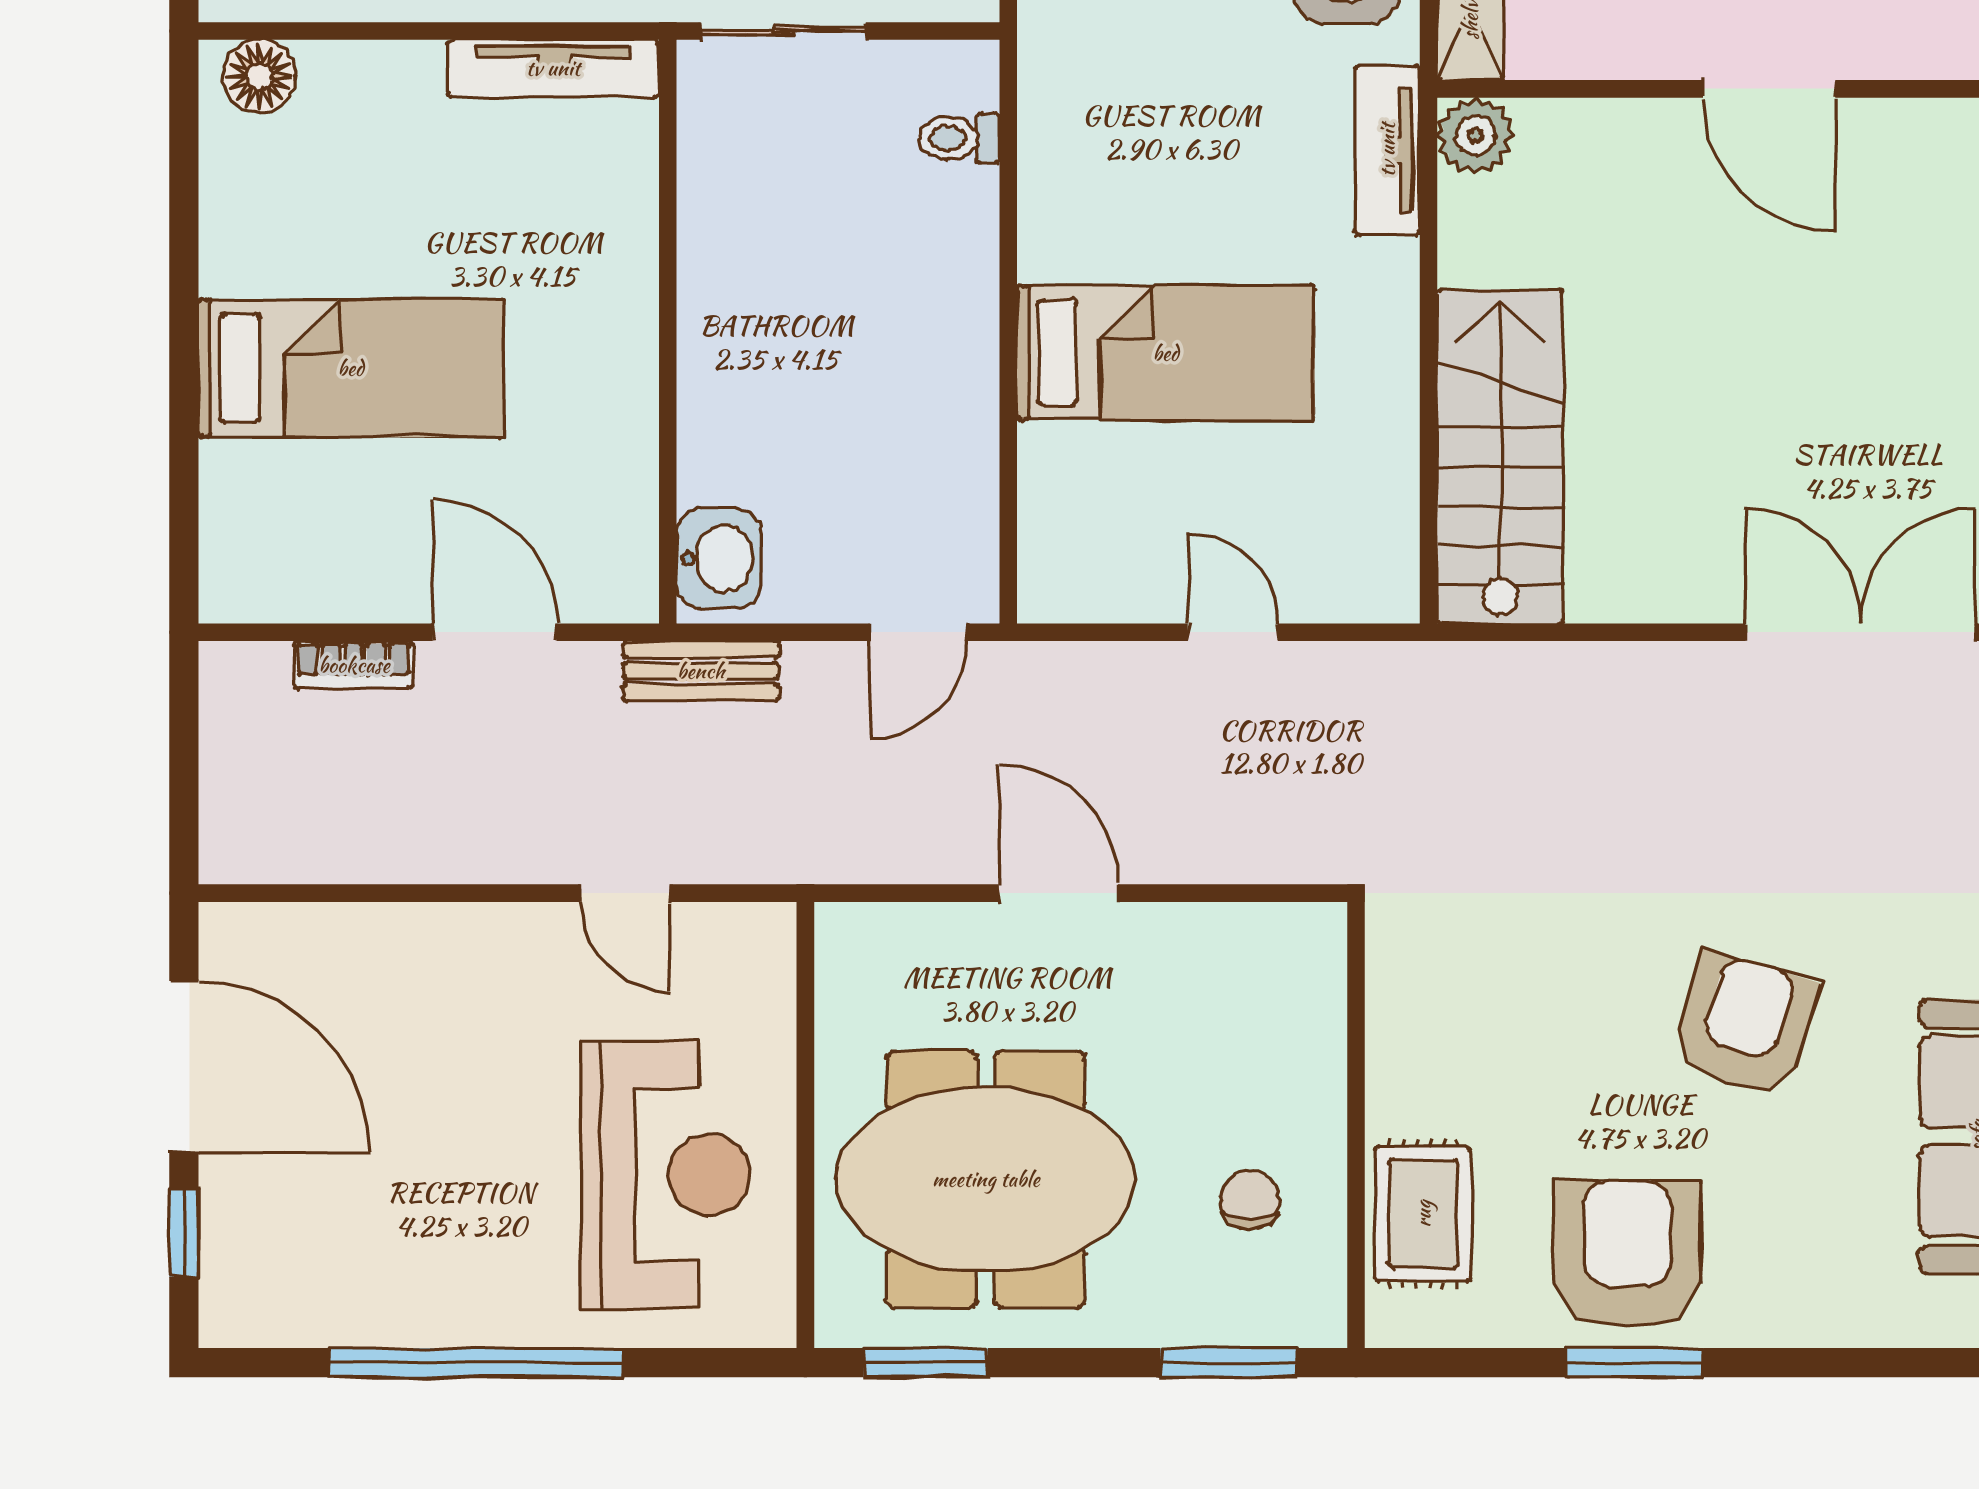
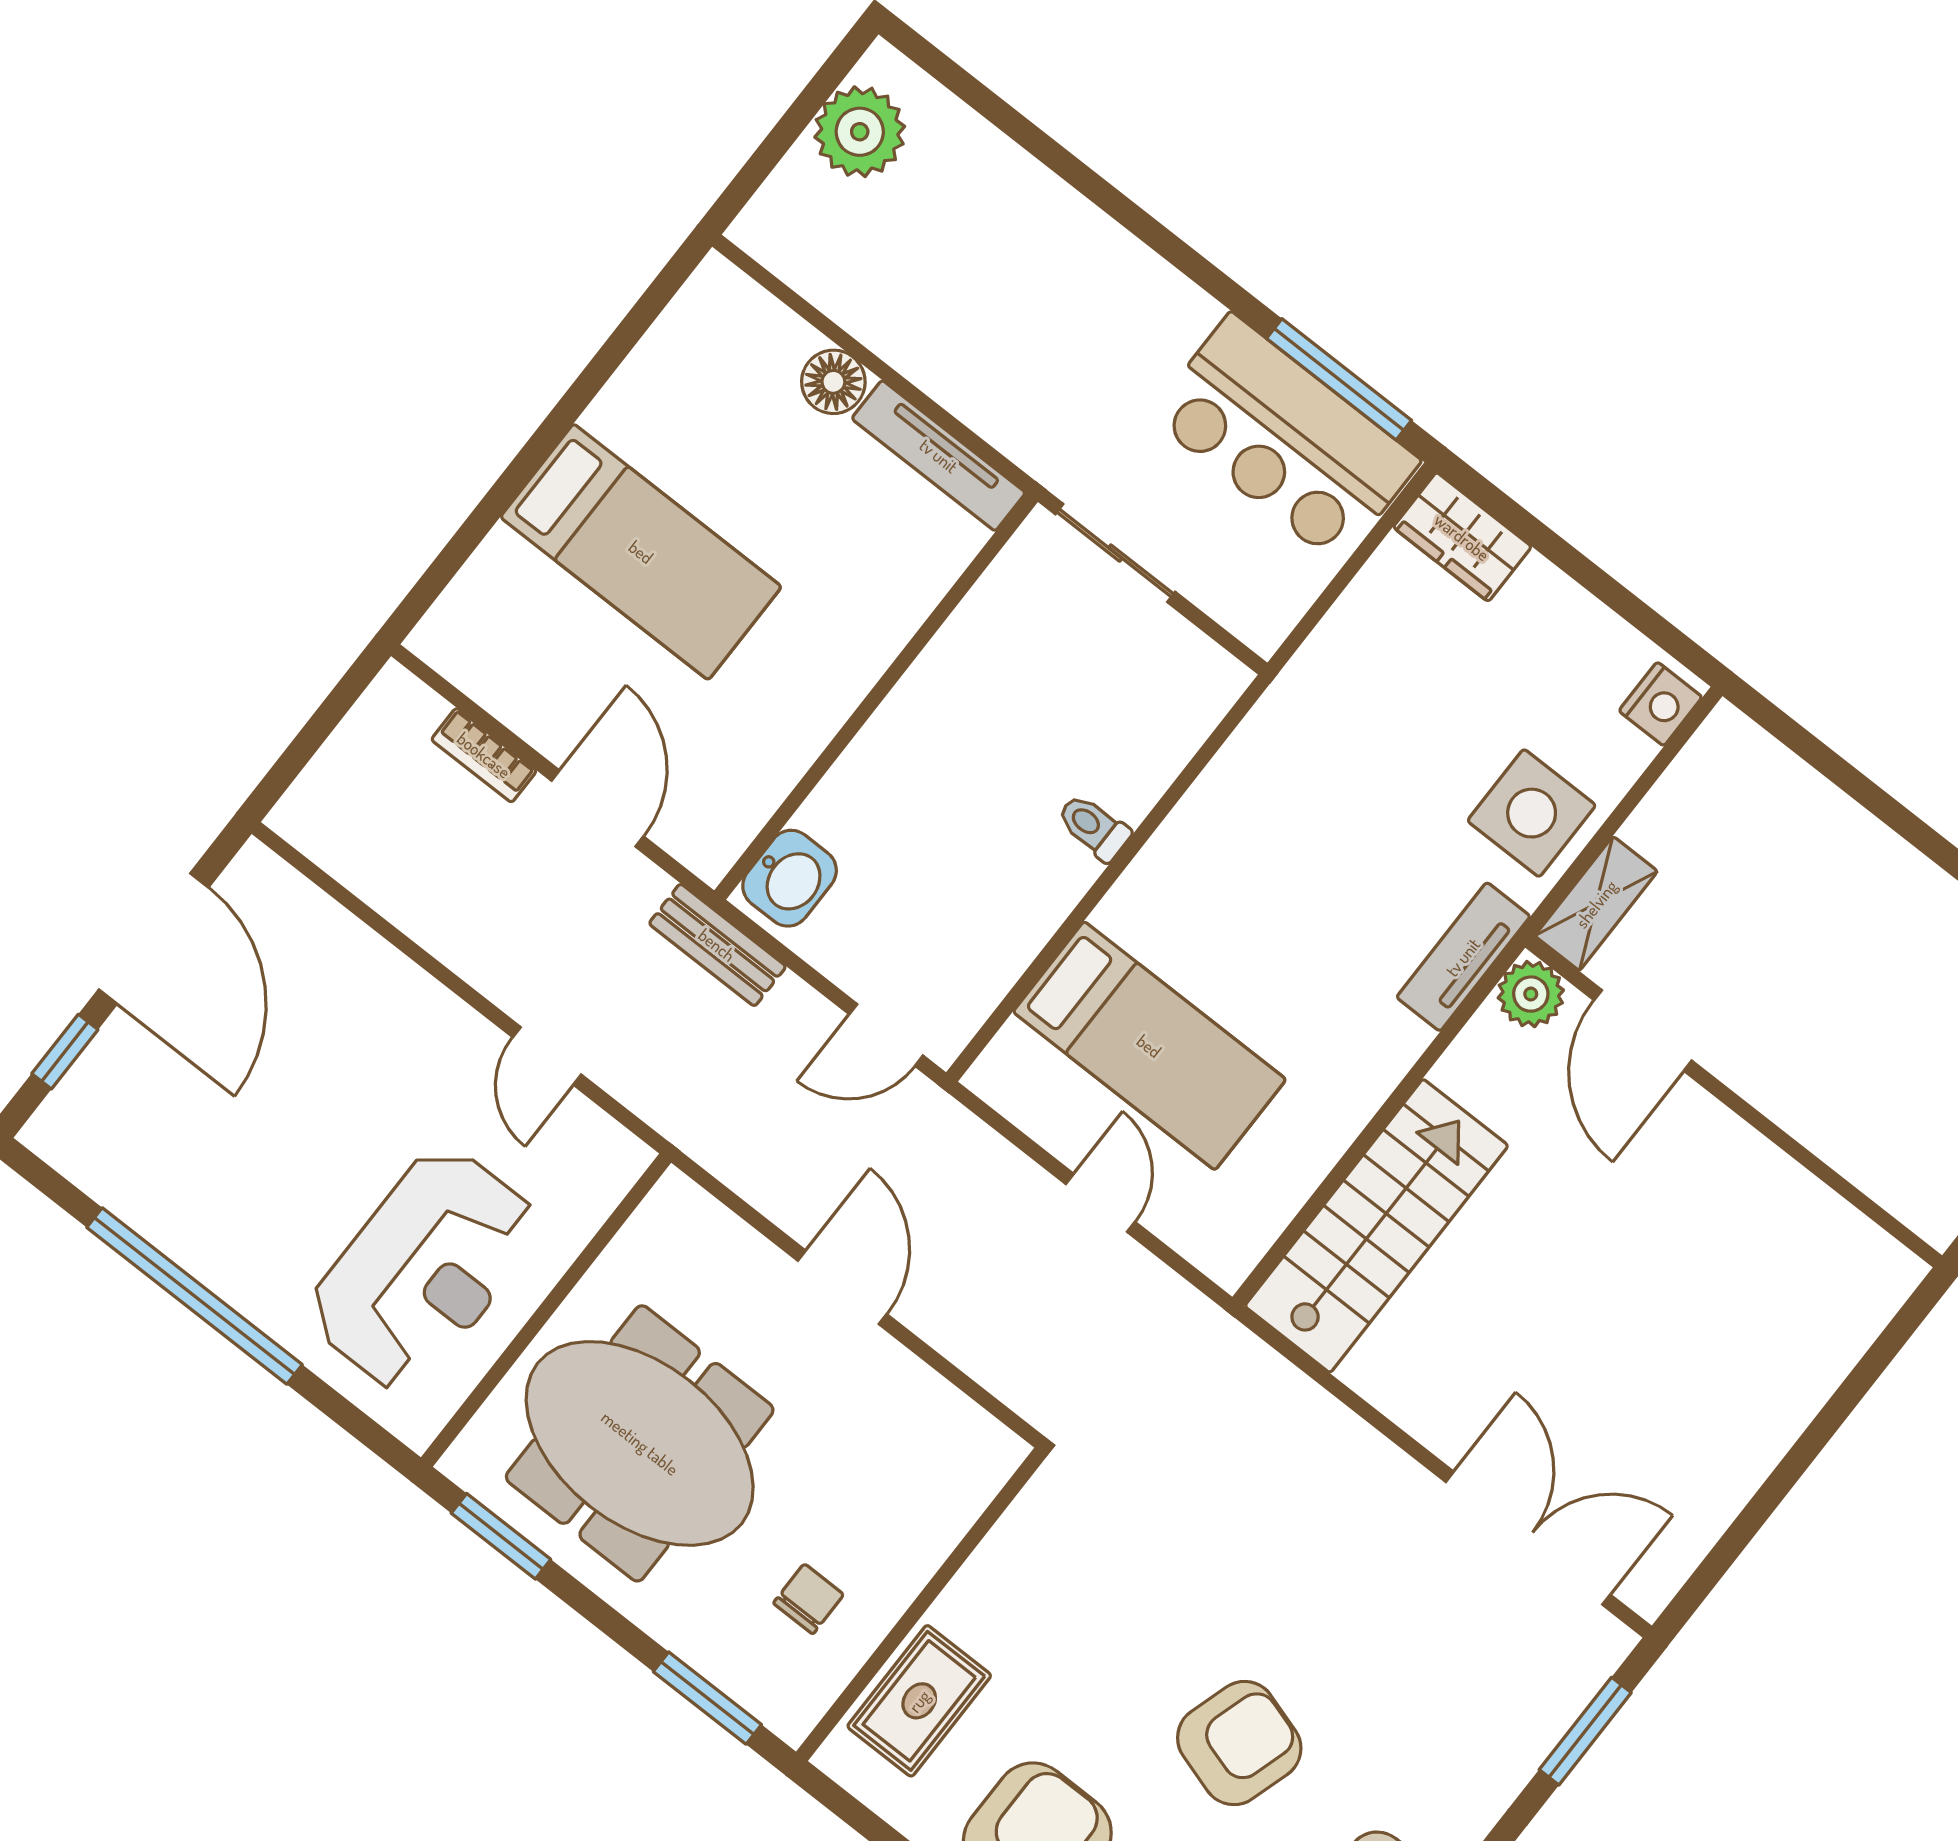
floor lamp: (259, 76) -> (833, 382), moved
door: (1769, 89) -> (1643, 1030), moved
toilet: (959, 138) -> (1094, 827), moved
bed: (1166, 353) -> (1149, 1046), moved

